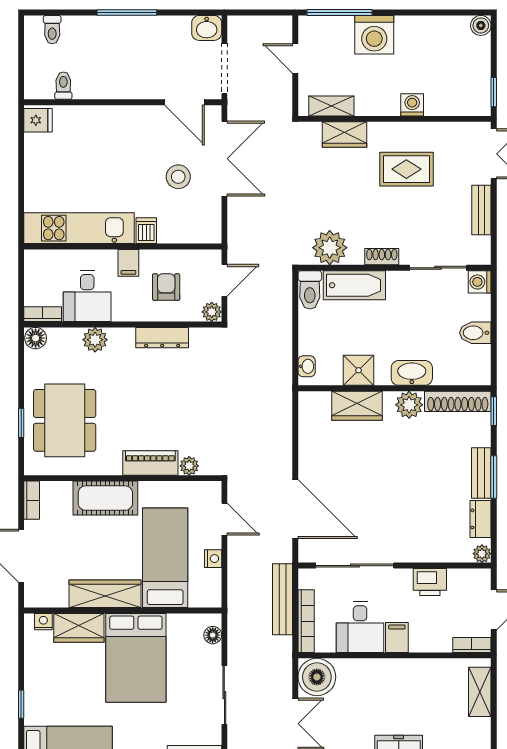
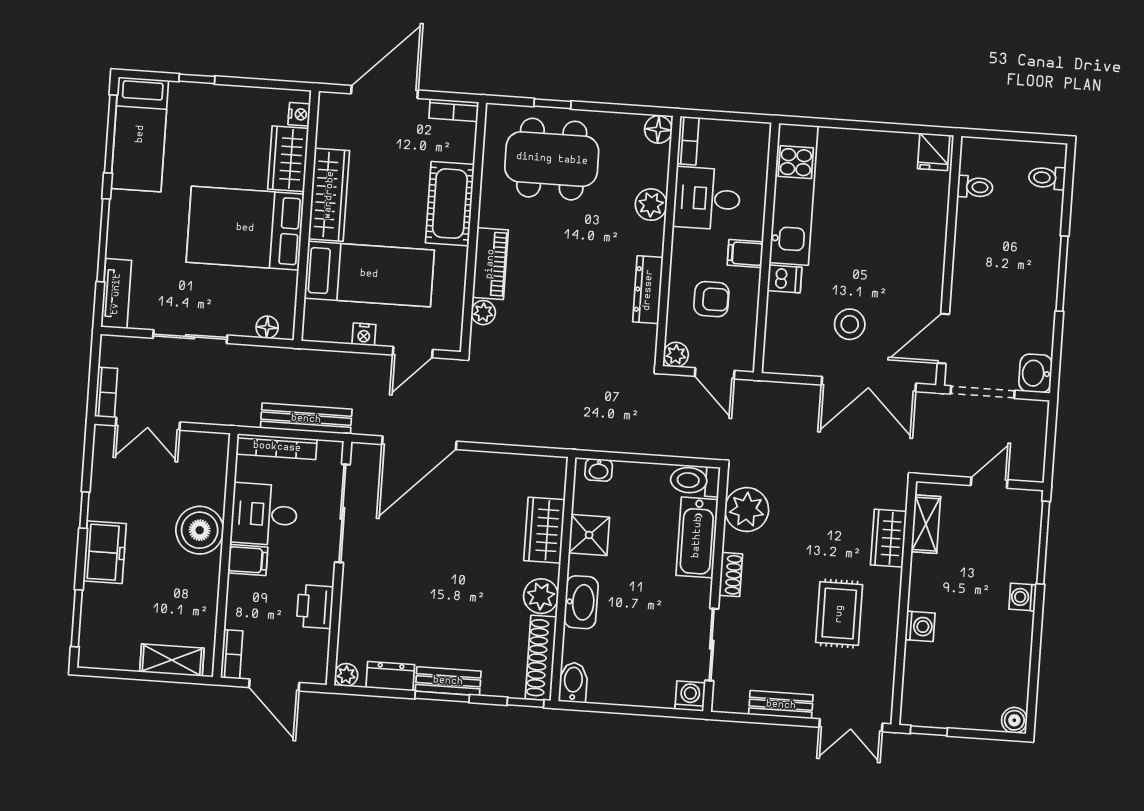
washing machine: (374, 35) -> (1023, 597), width x0.53, depth x0.53
bidet: (475, 333) -> (573, 682), moved
boiler: (317, 677) -> (200, 530), moved

